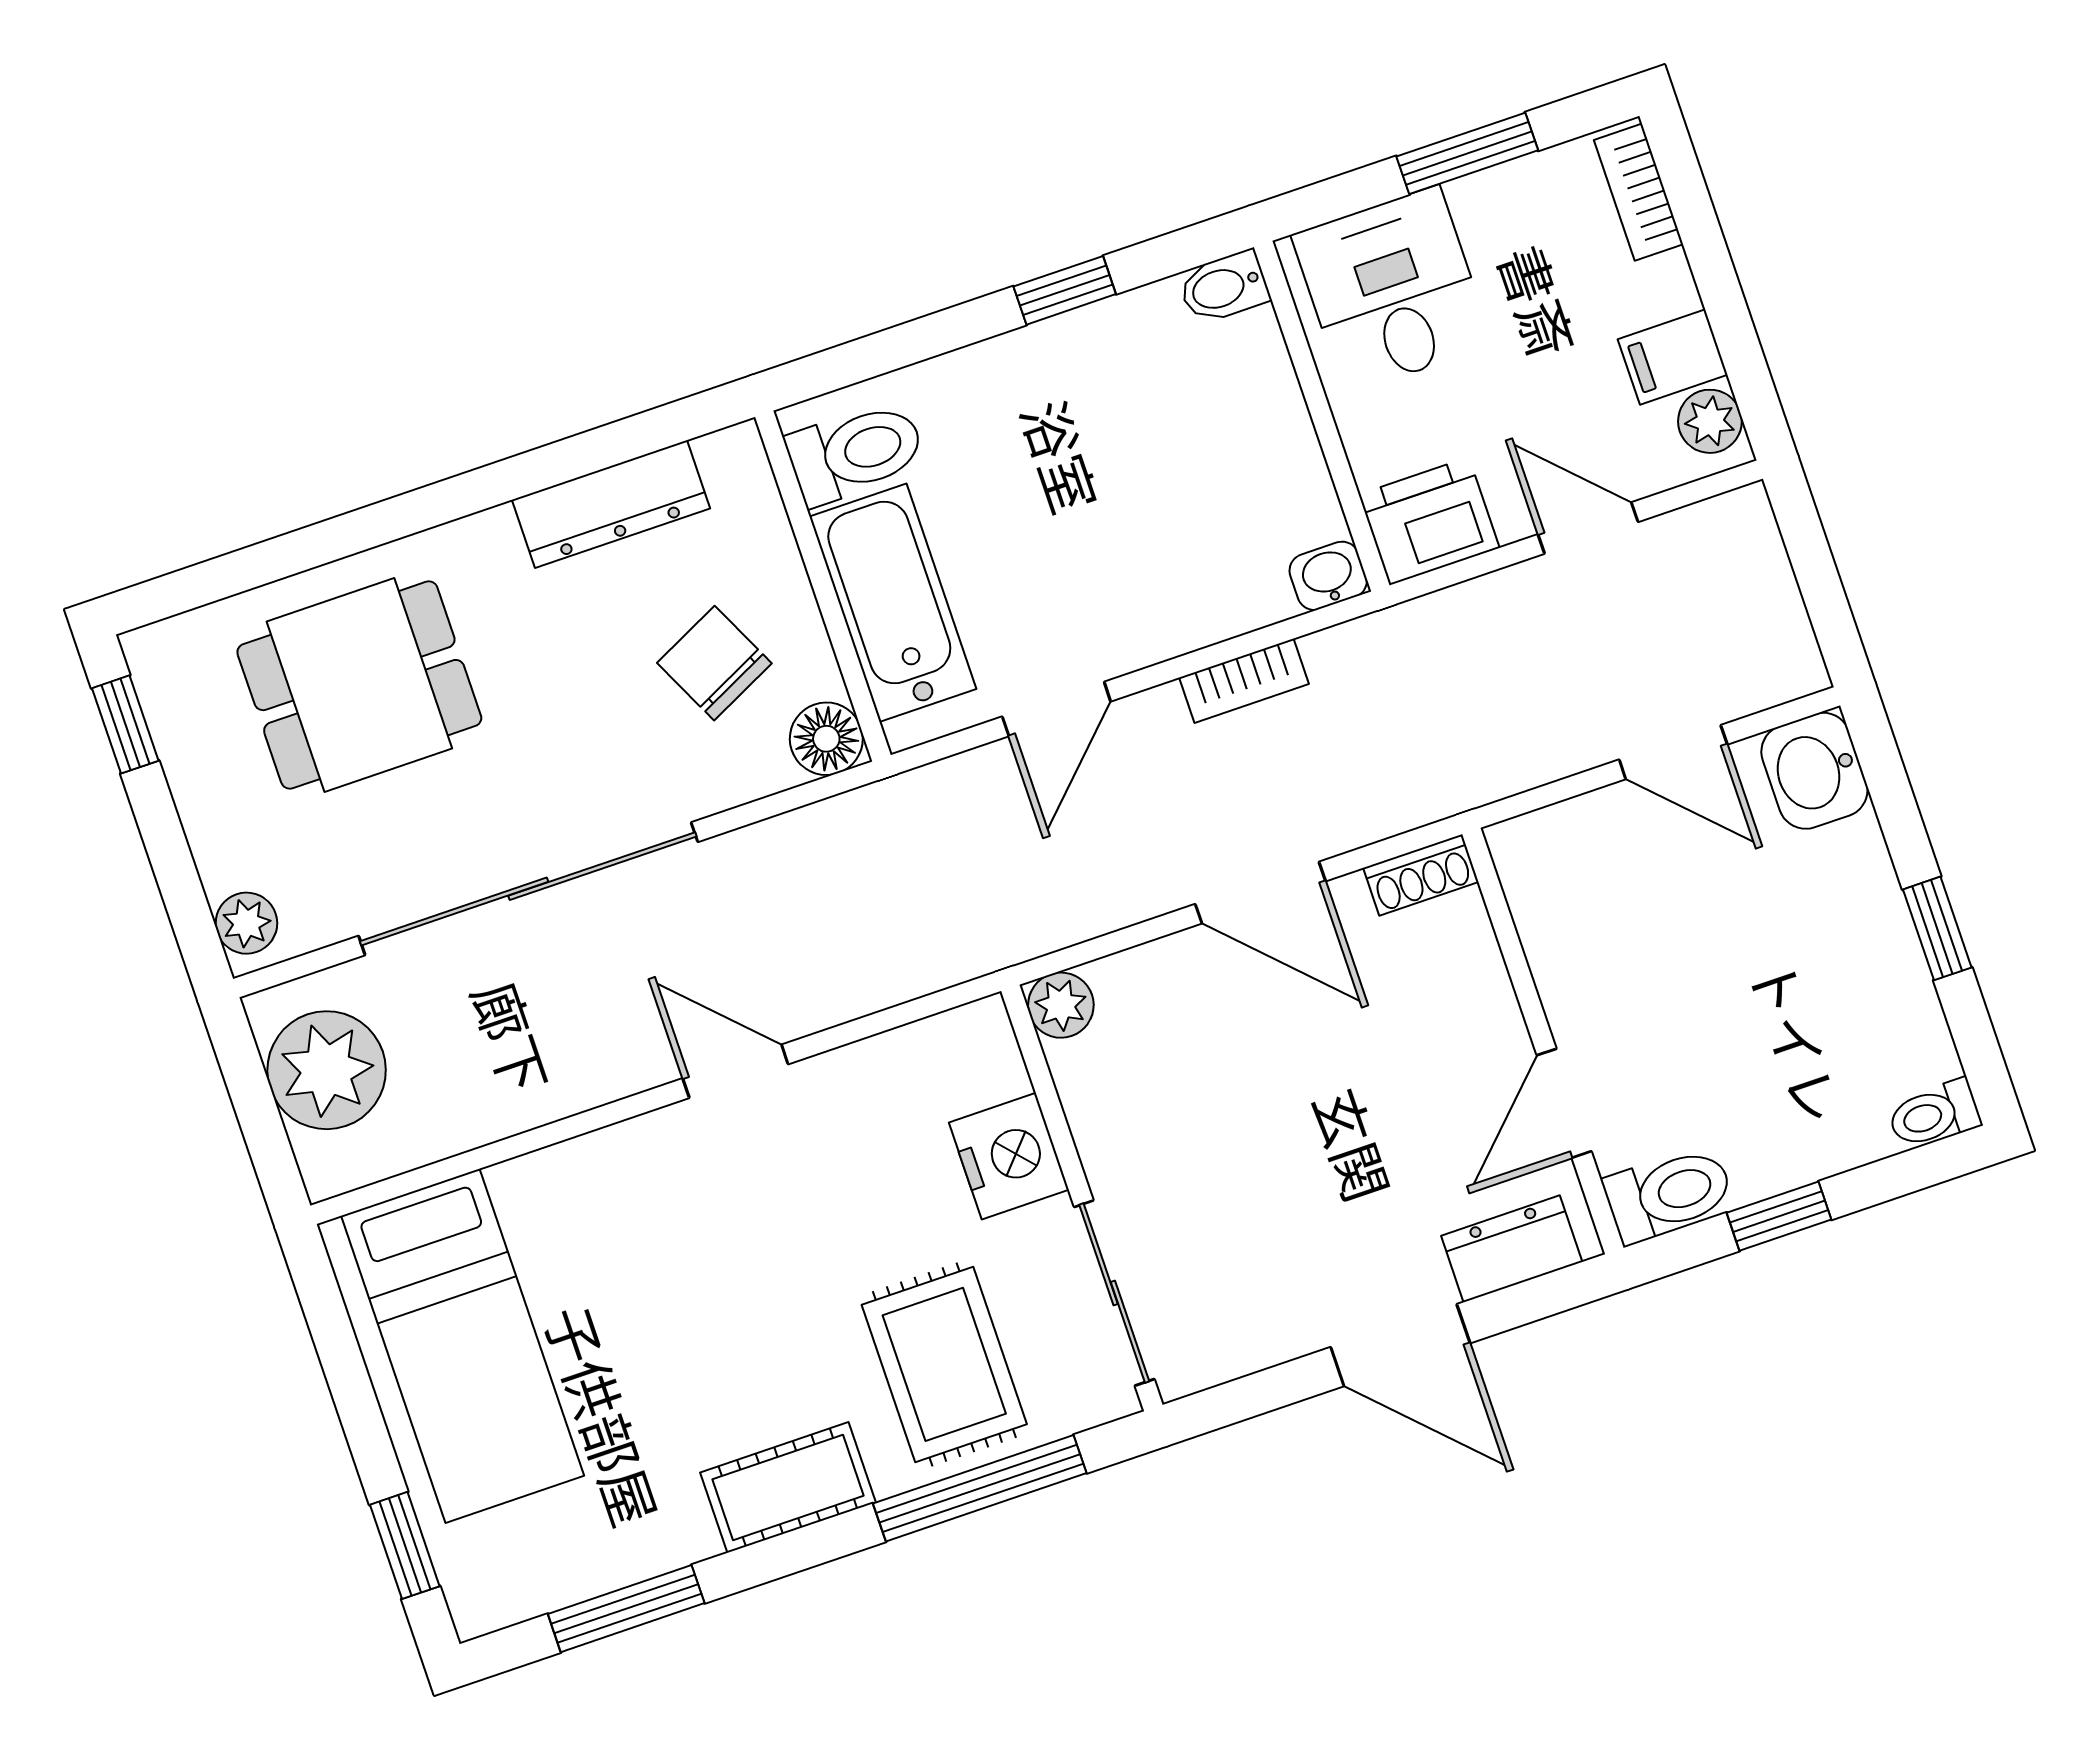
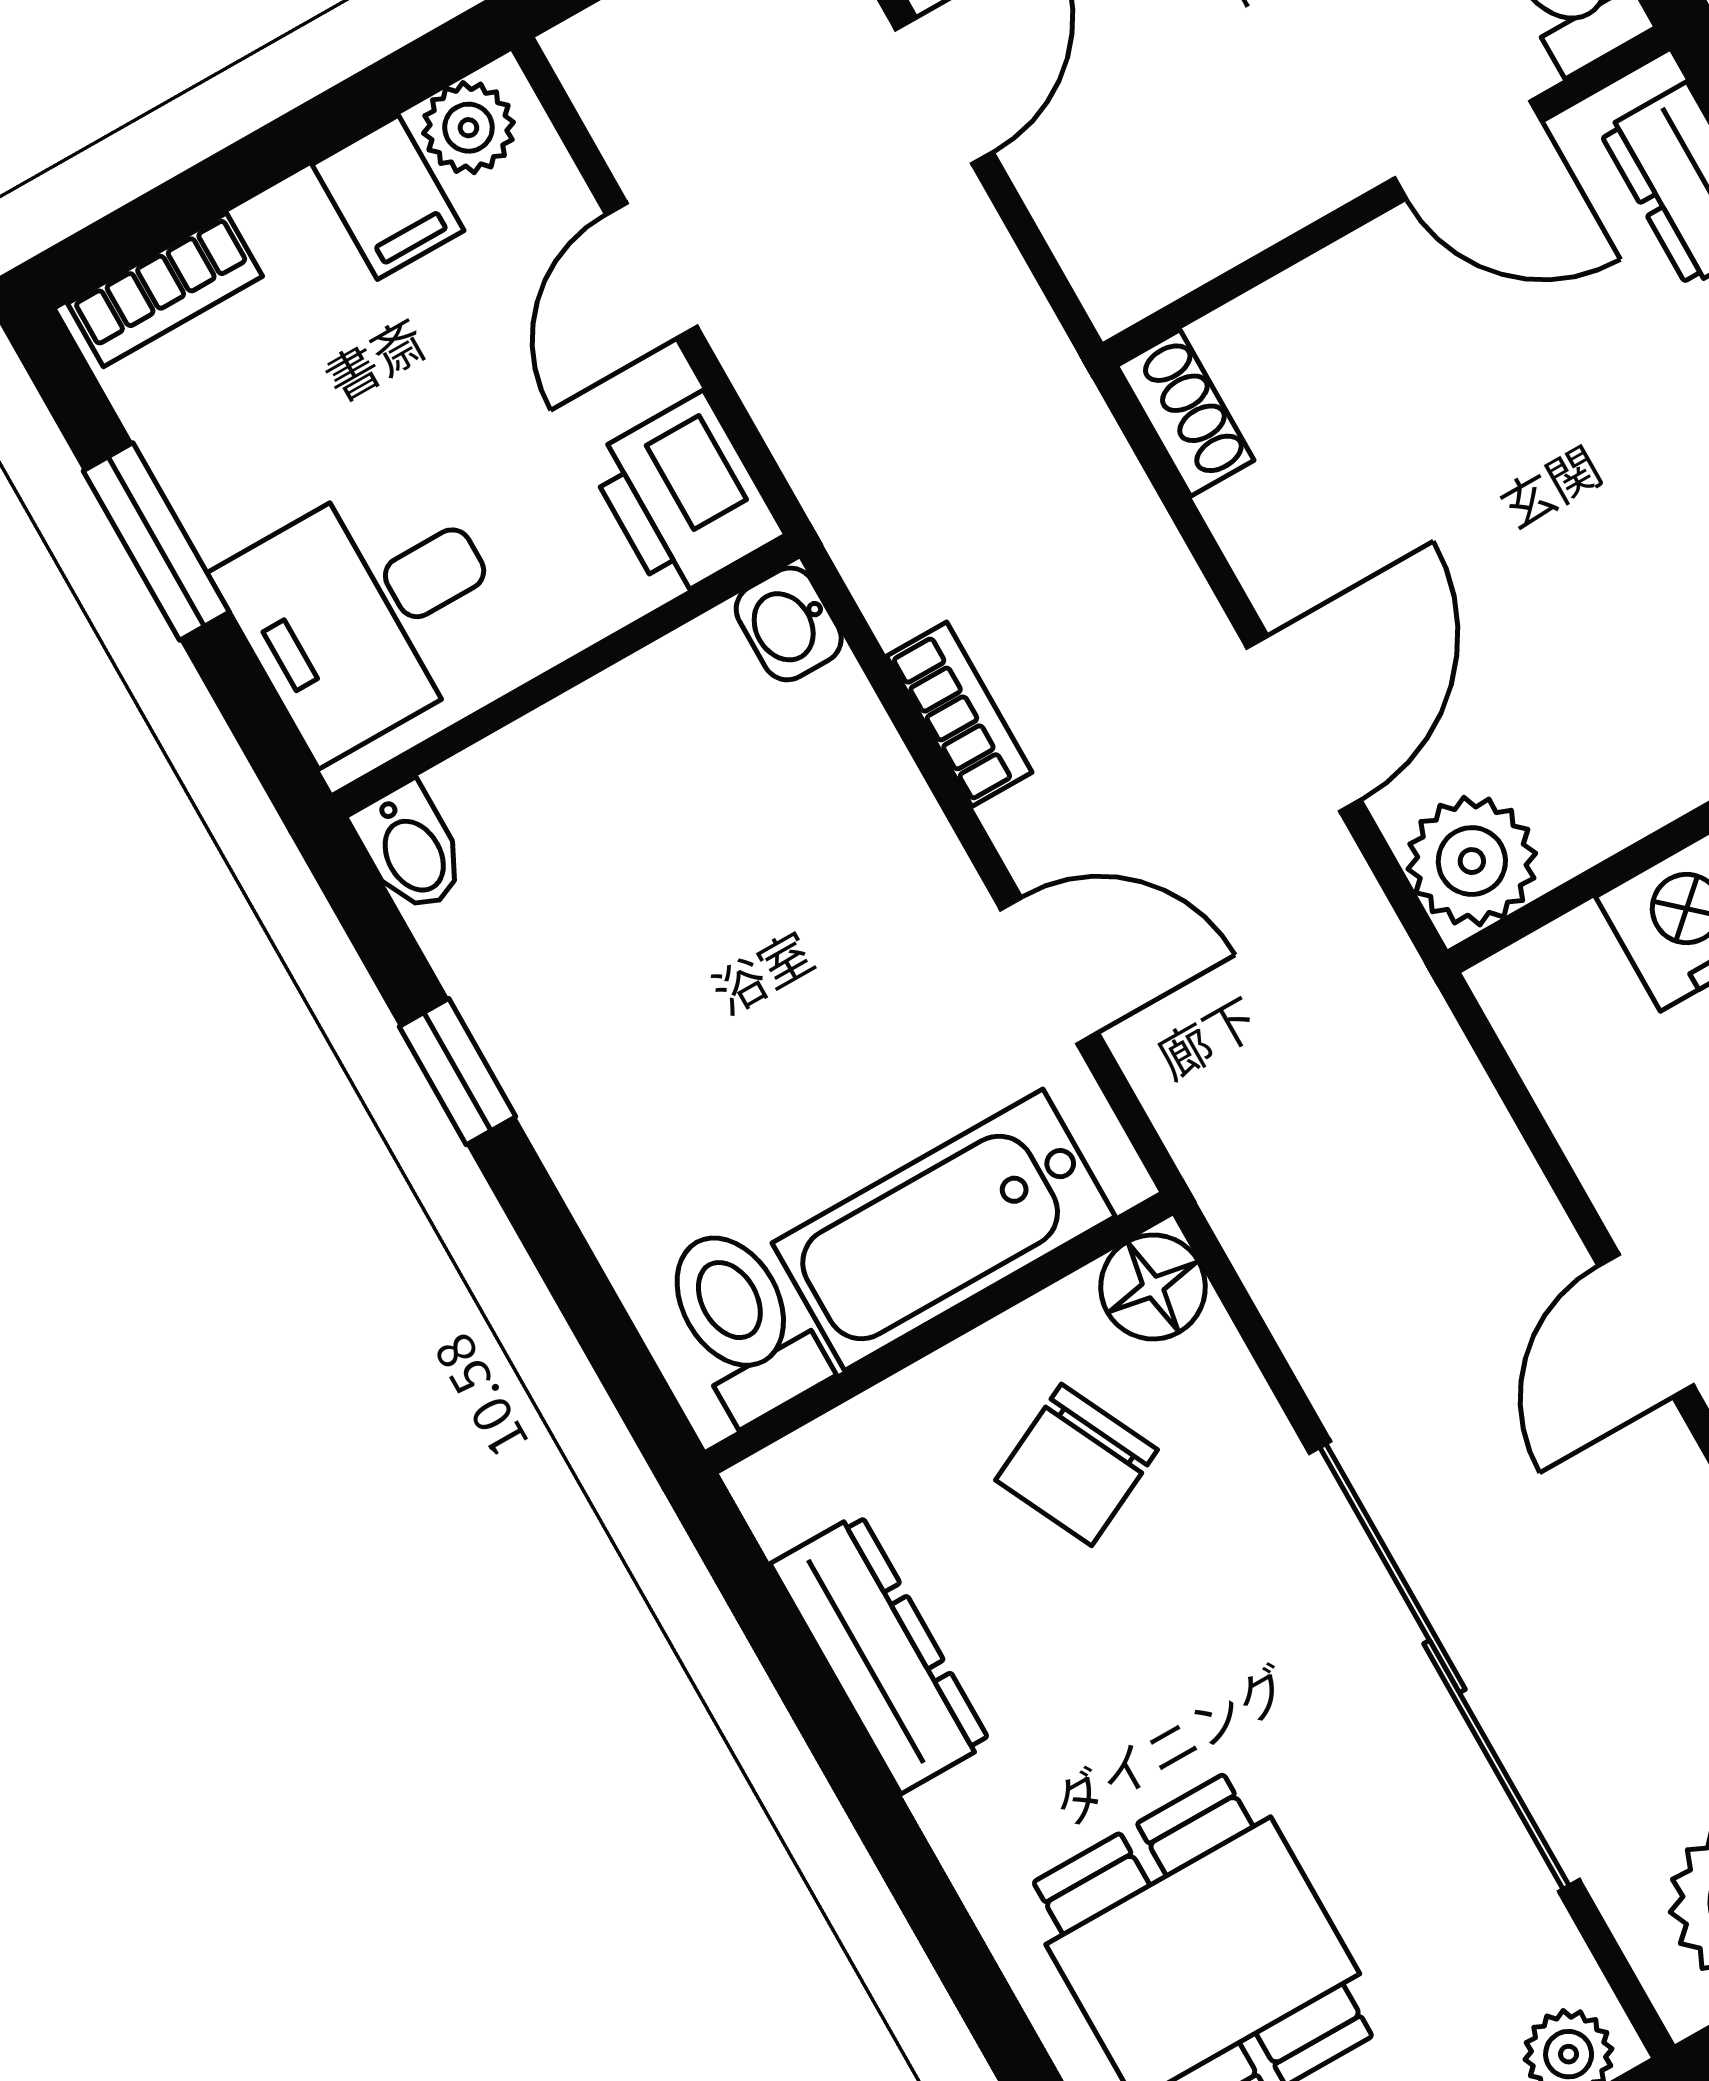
door: (1260, 893) -> (1304, 724), moved
plant: (1061, 1005) -> (1472, 861), width x1.38, depth x1.38

